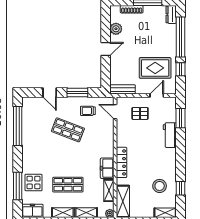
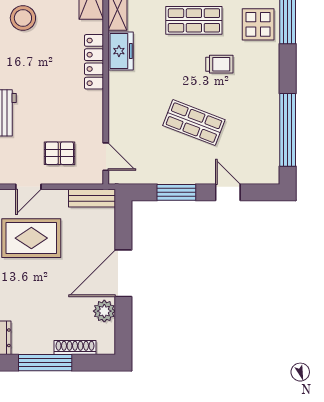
door: (106, 49) -> (123, 273), width x1.87
trolley: (88, 111) -> (219, 64), moved

